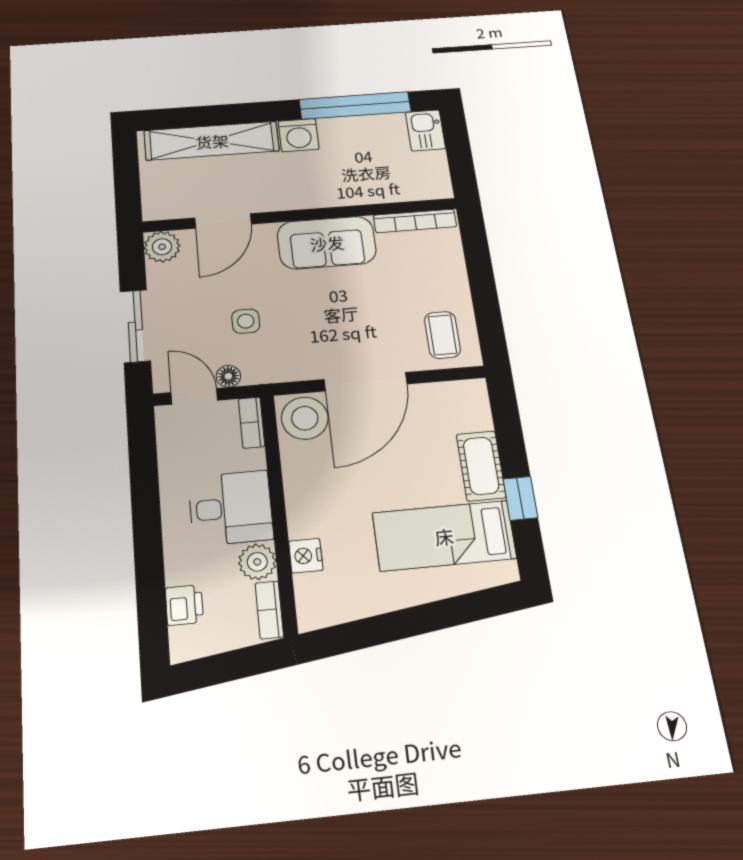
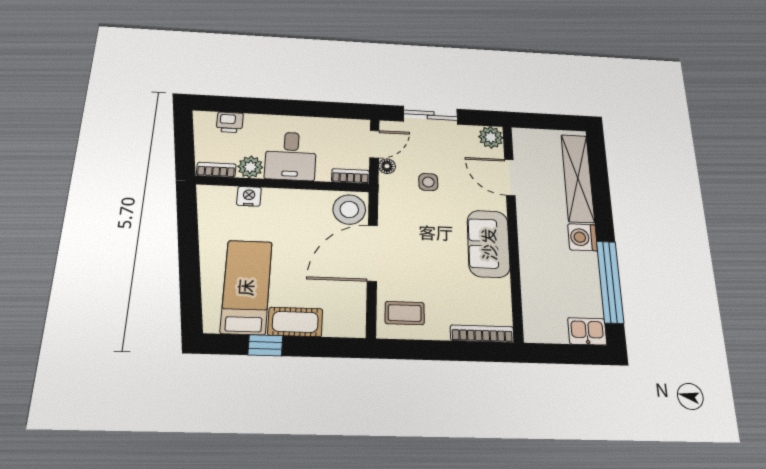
bookcase: (415, 221) -> (482, 334), moved, turned 90
door: (365, 382) -> (372, 253), hinge flipped

